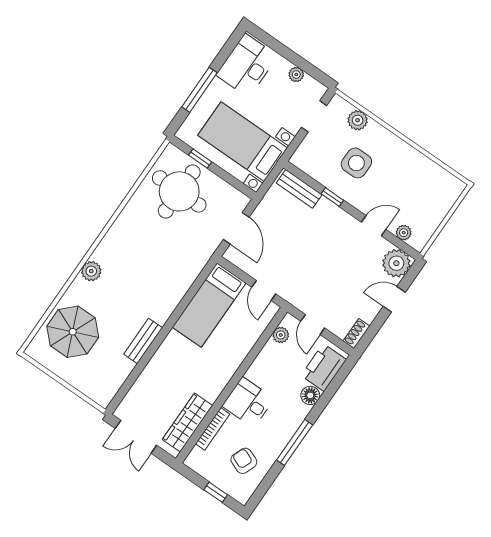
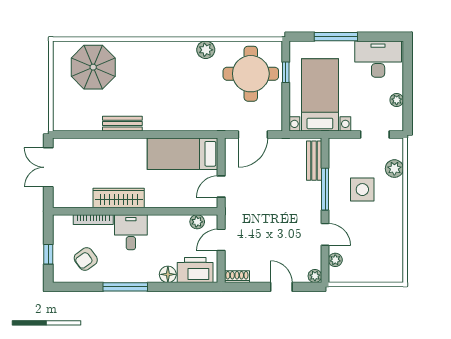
window: (332, 197) -> (325, 189), width x2.17
plant: (396, 263) -> (315, 276), width x0.53, depth x0.53
plant: (91, 271) -> (206, 50), moved
wardrobe: (187, 423) -> (119, 198), moved
armchair: (244, 461) -> (86, 259), turned -148

